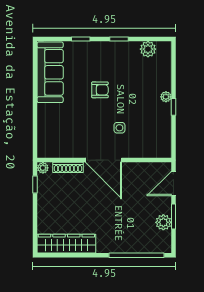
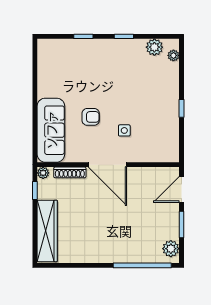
sofa: (50, 72) -> (51, 130), moved
armchair: (100, 90) -> (91, 117), moved
plant: (166, 97) -> (173, 55), moved
plant: (163, 222) -> (171, 249), moved
wardrobe: (66, 244) -> (47, 231), moved, turned 90

